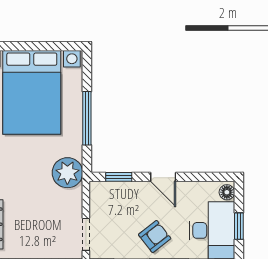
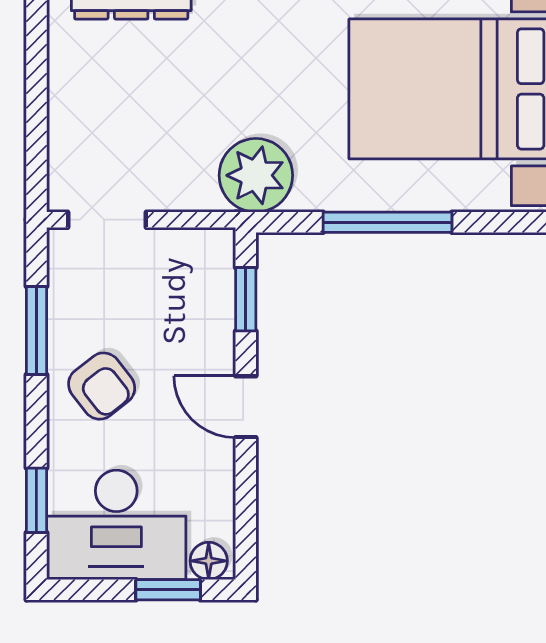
door: (163, 177) -> (246, 407), hinge flipped
window: (239, 226) -> (168, 590), moved

